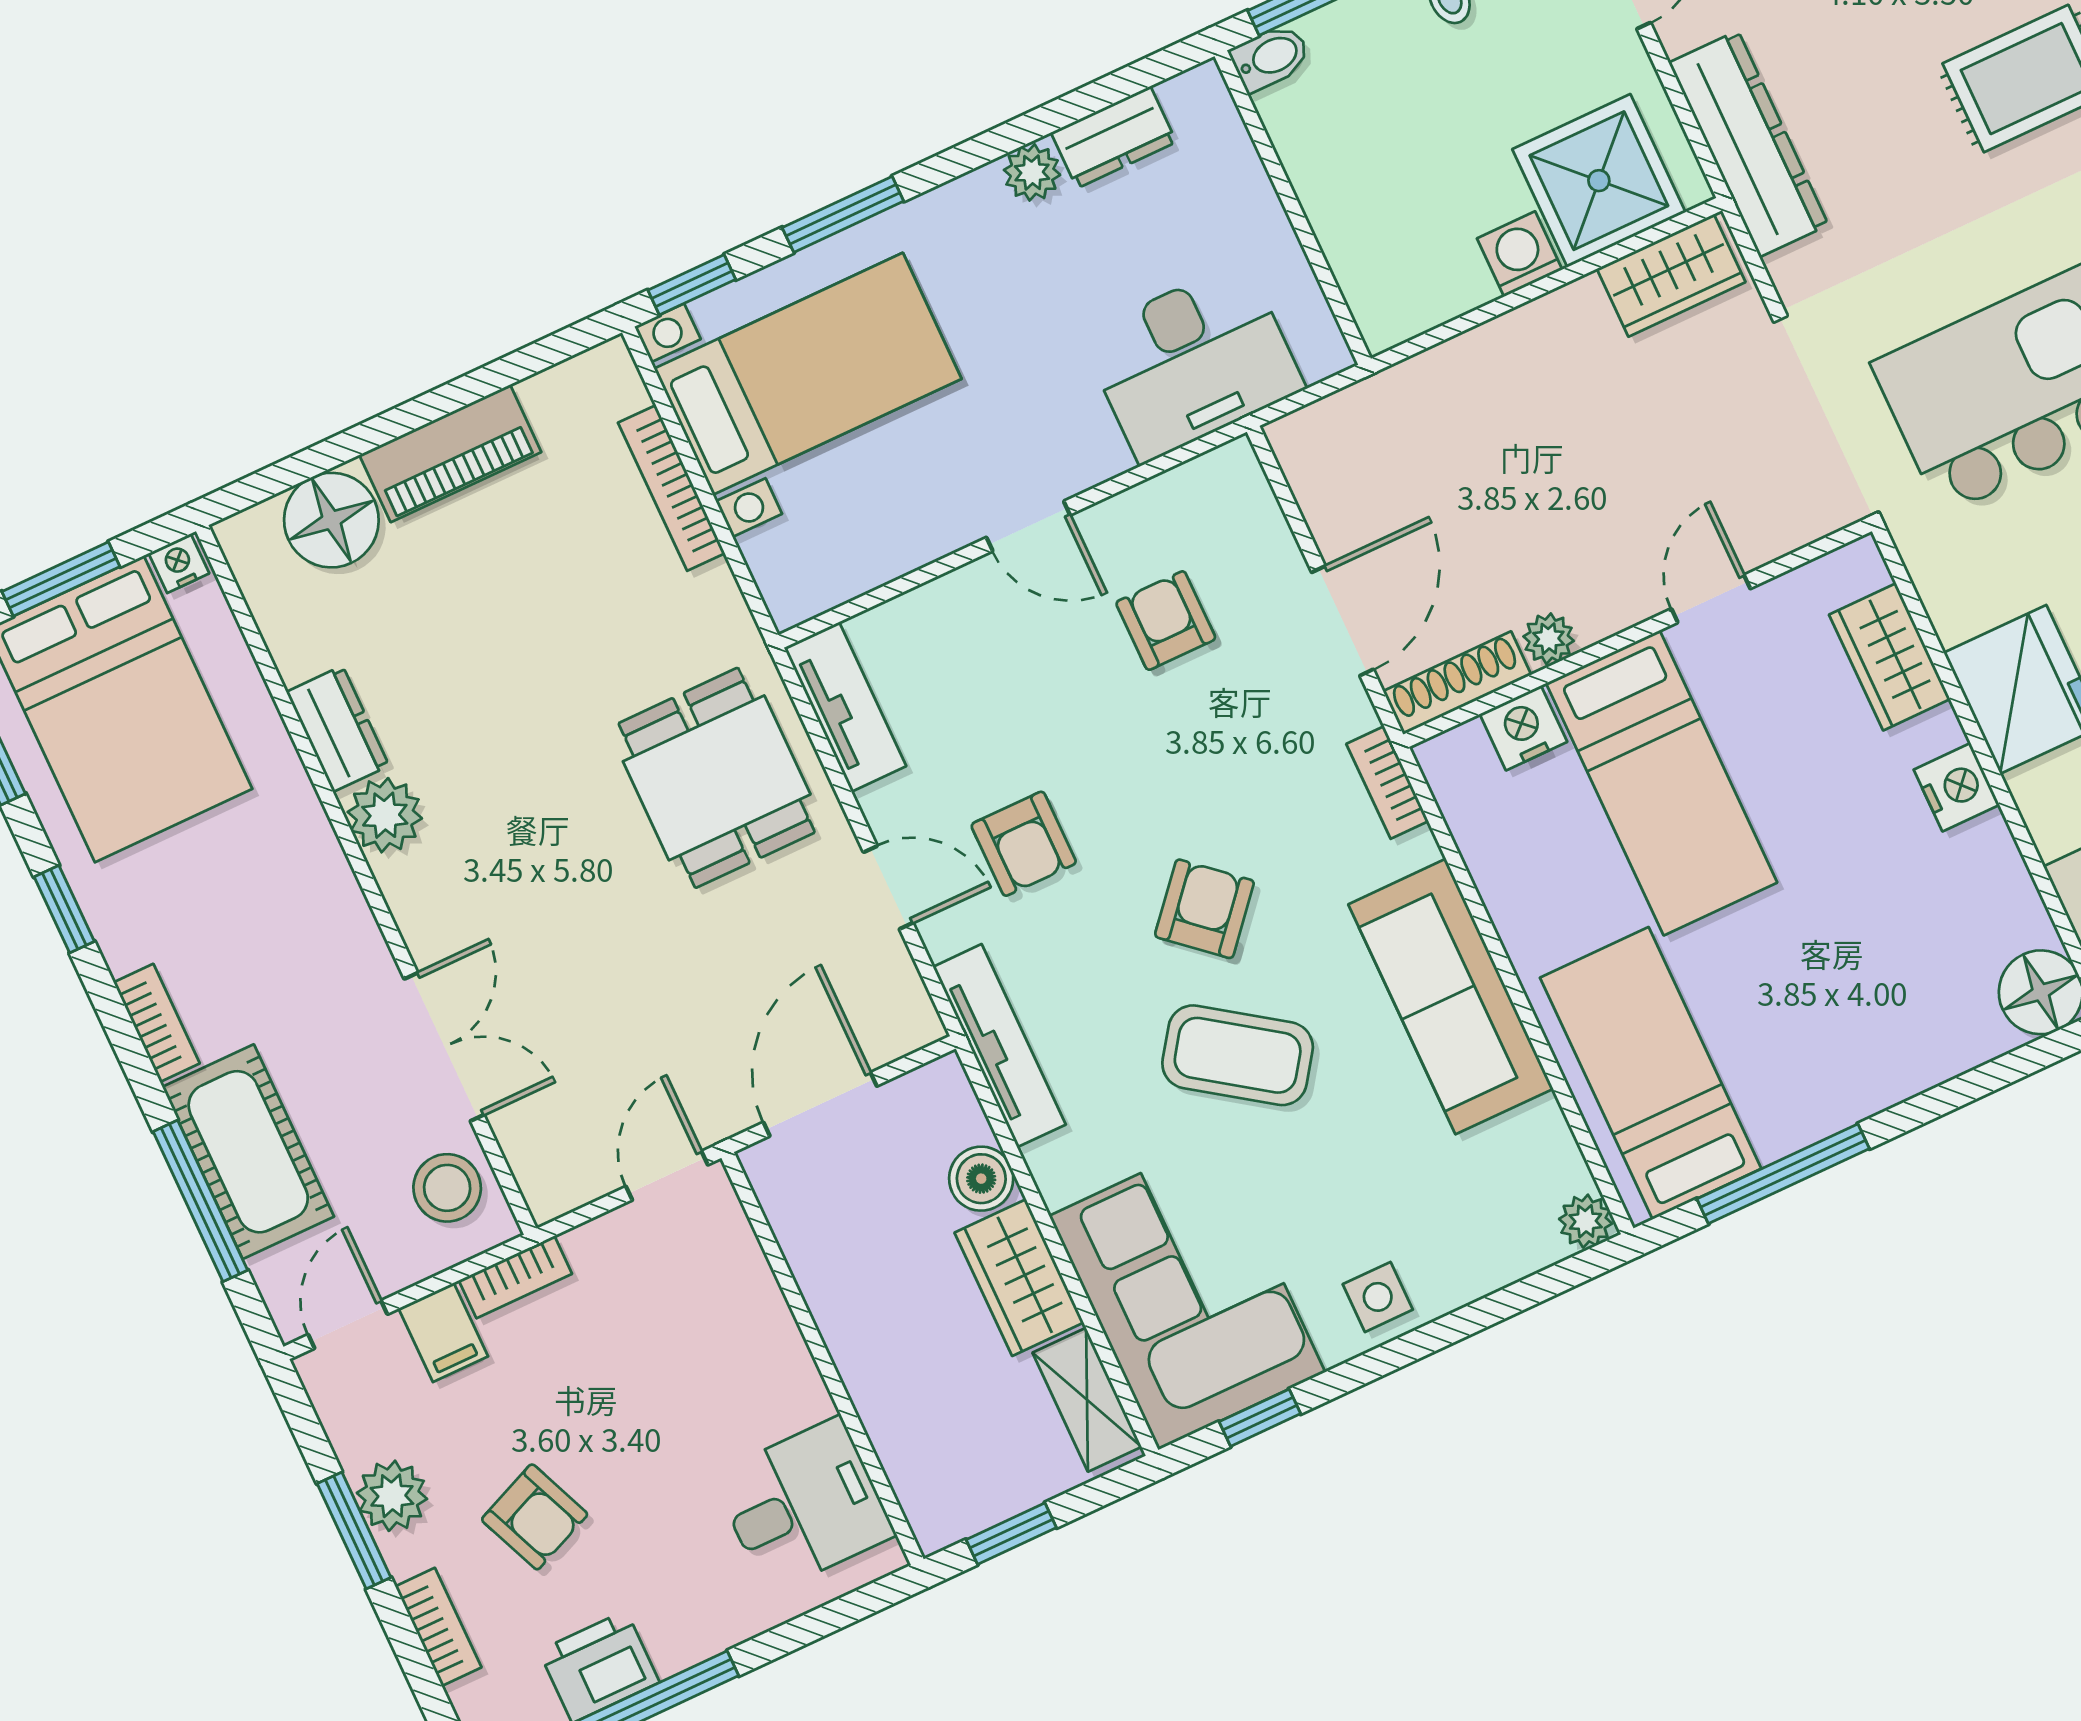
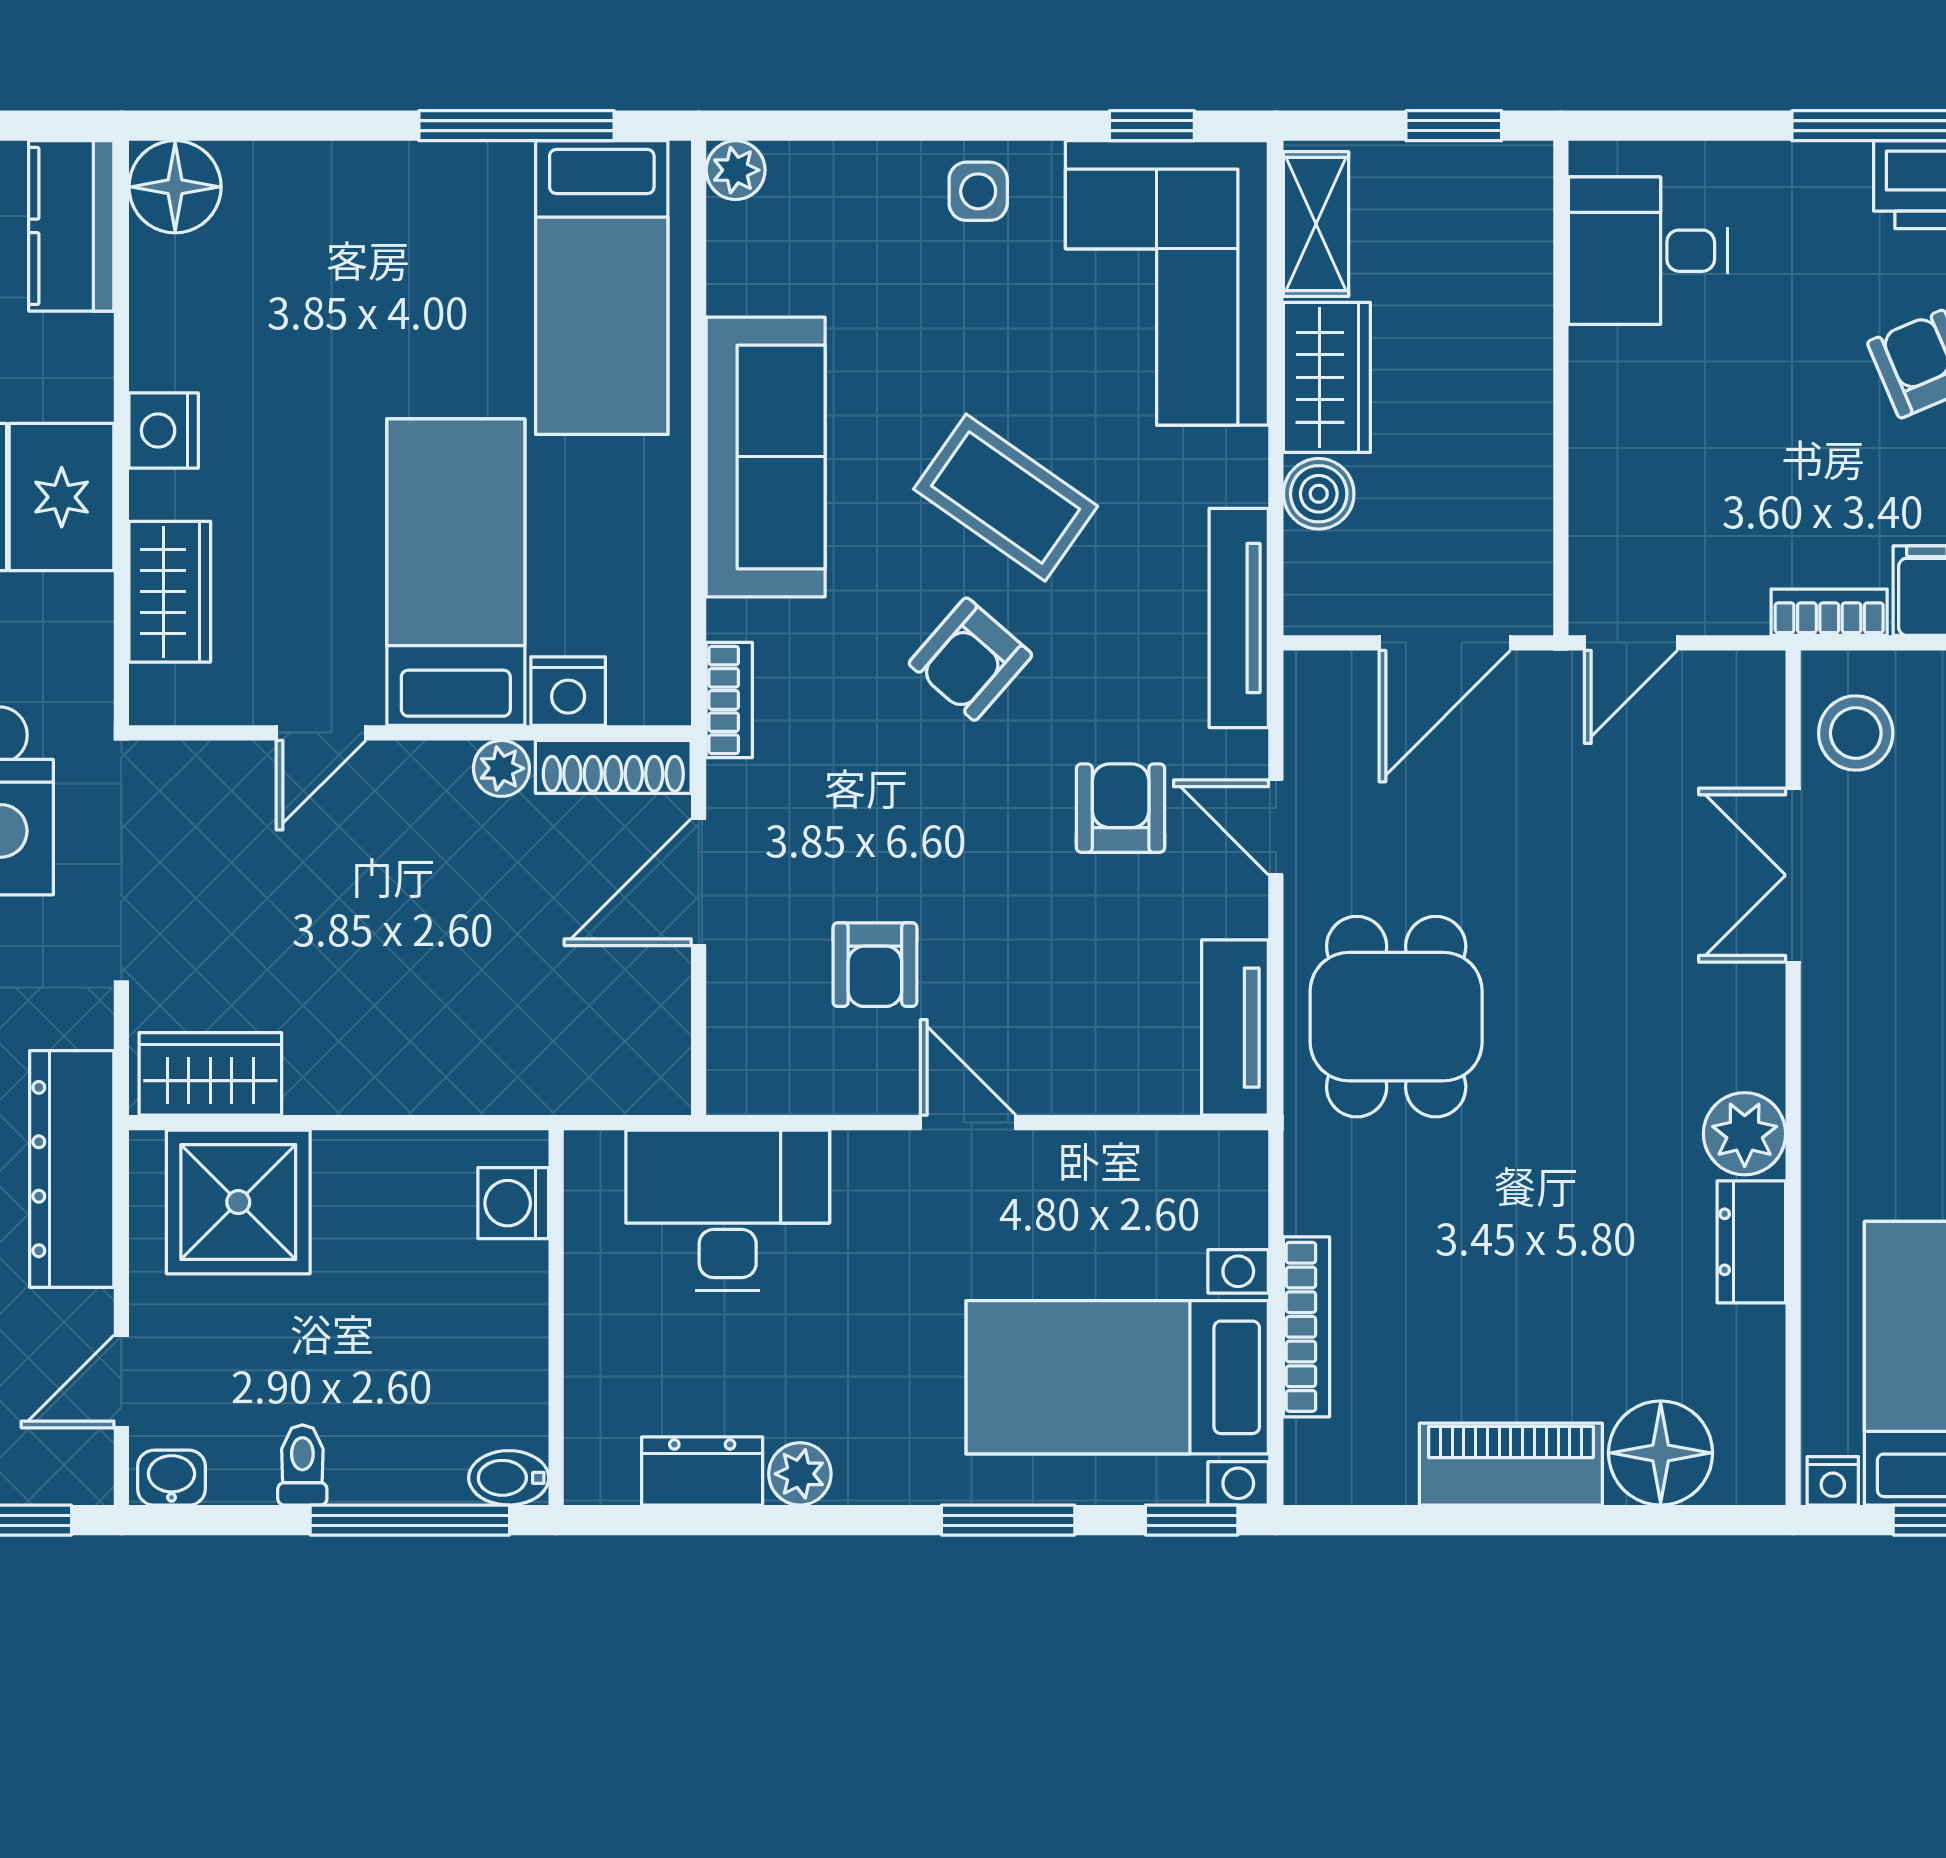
washing machine: (1520, 254) -> (513, 1203), moved, turned 90

